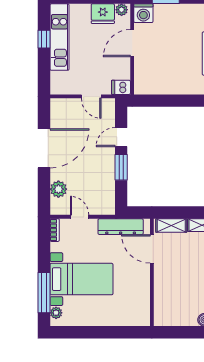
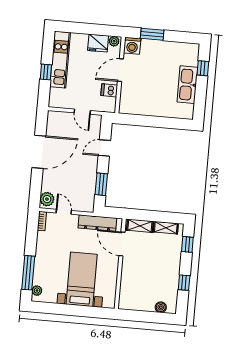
window: (44, 39) -> (46, 72), moved
dishwasher: (121, 87) -> (109, 90), moved
window: (121, 167) -> (101, 184), moved
plant: (58, 189) -> (47, 199), moved
bed with nightstands: (81, 279) -> (82, 279), moved, turned -90

